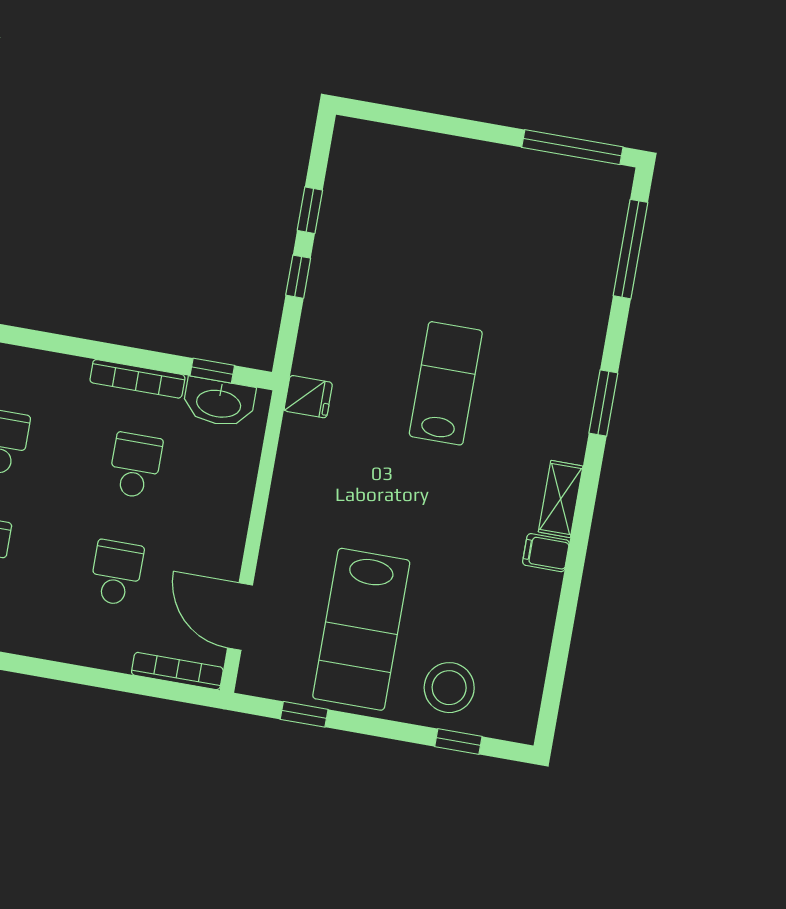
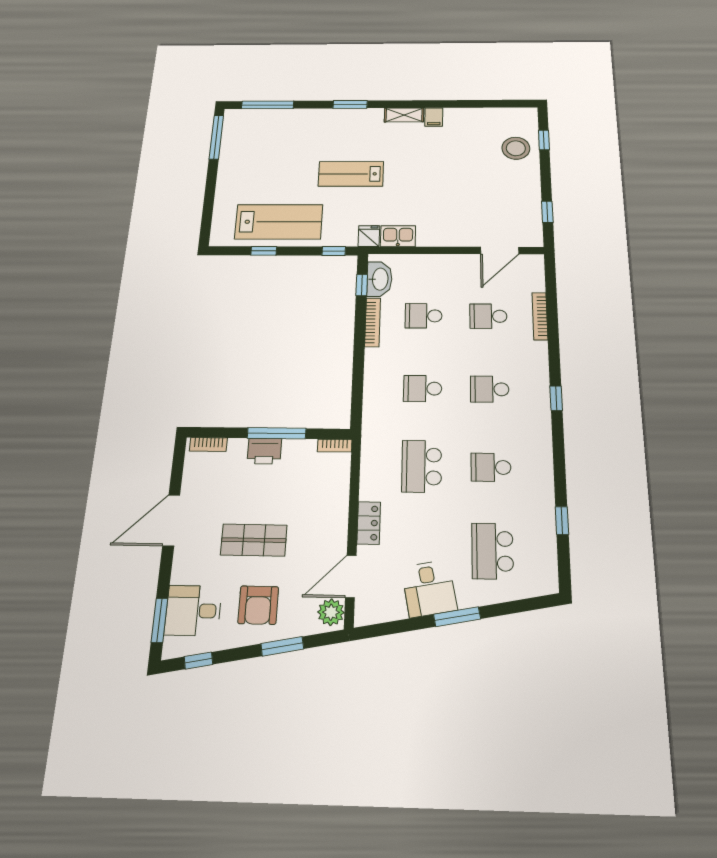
window: (298, 277) -> (334, 251), moved
kitchen sink: (300, 447) -> (398, 236), added
lab bench: (361, 629) -> (279, 222), moved
bookcase: (177, 671) -> (540, 316), moved

